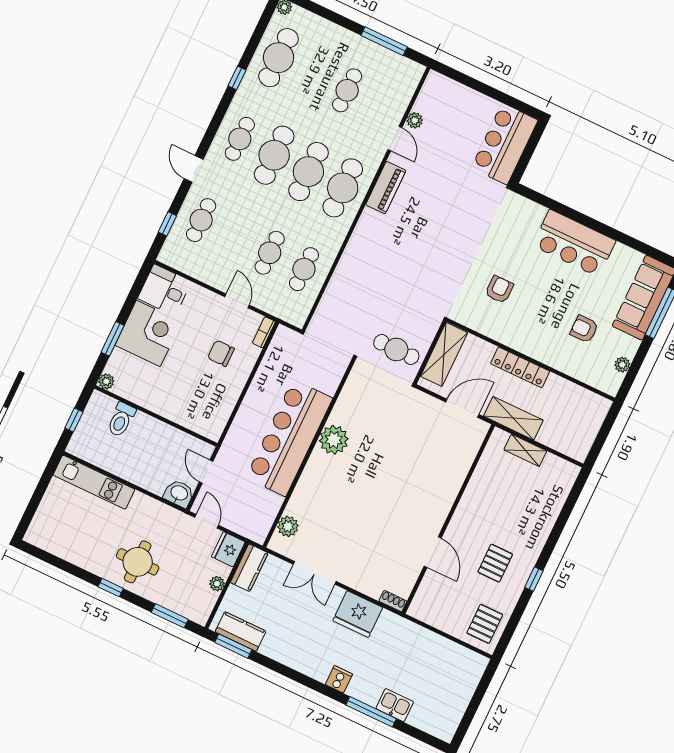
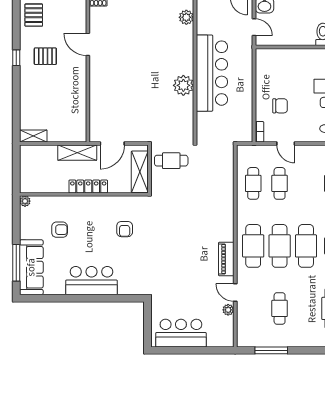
bar counter: (505, 144) -> (181, 333), moved, turned -90
plant: (622, 365) -> (25, 201), moved
shelving: (525, 450) -> (33, 136), moved
pallet: (495, 563) -> (45, 56), turned 90

